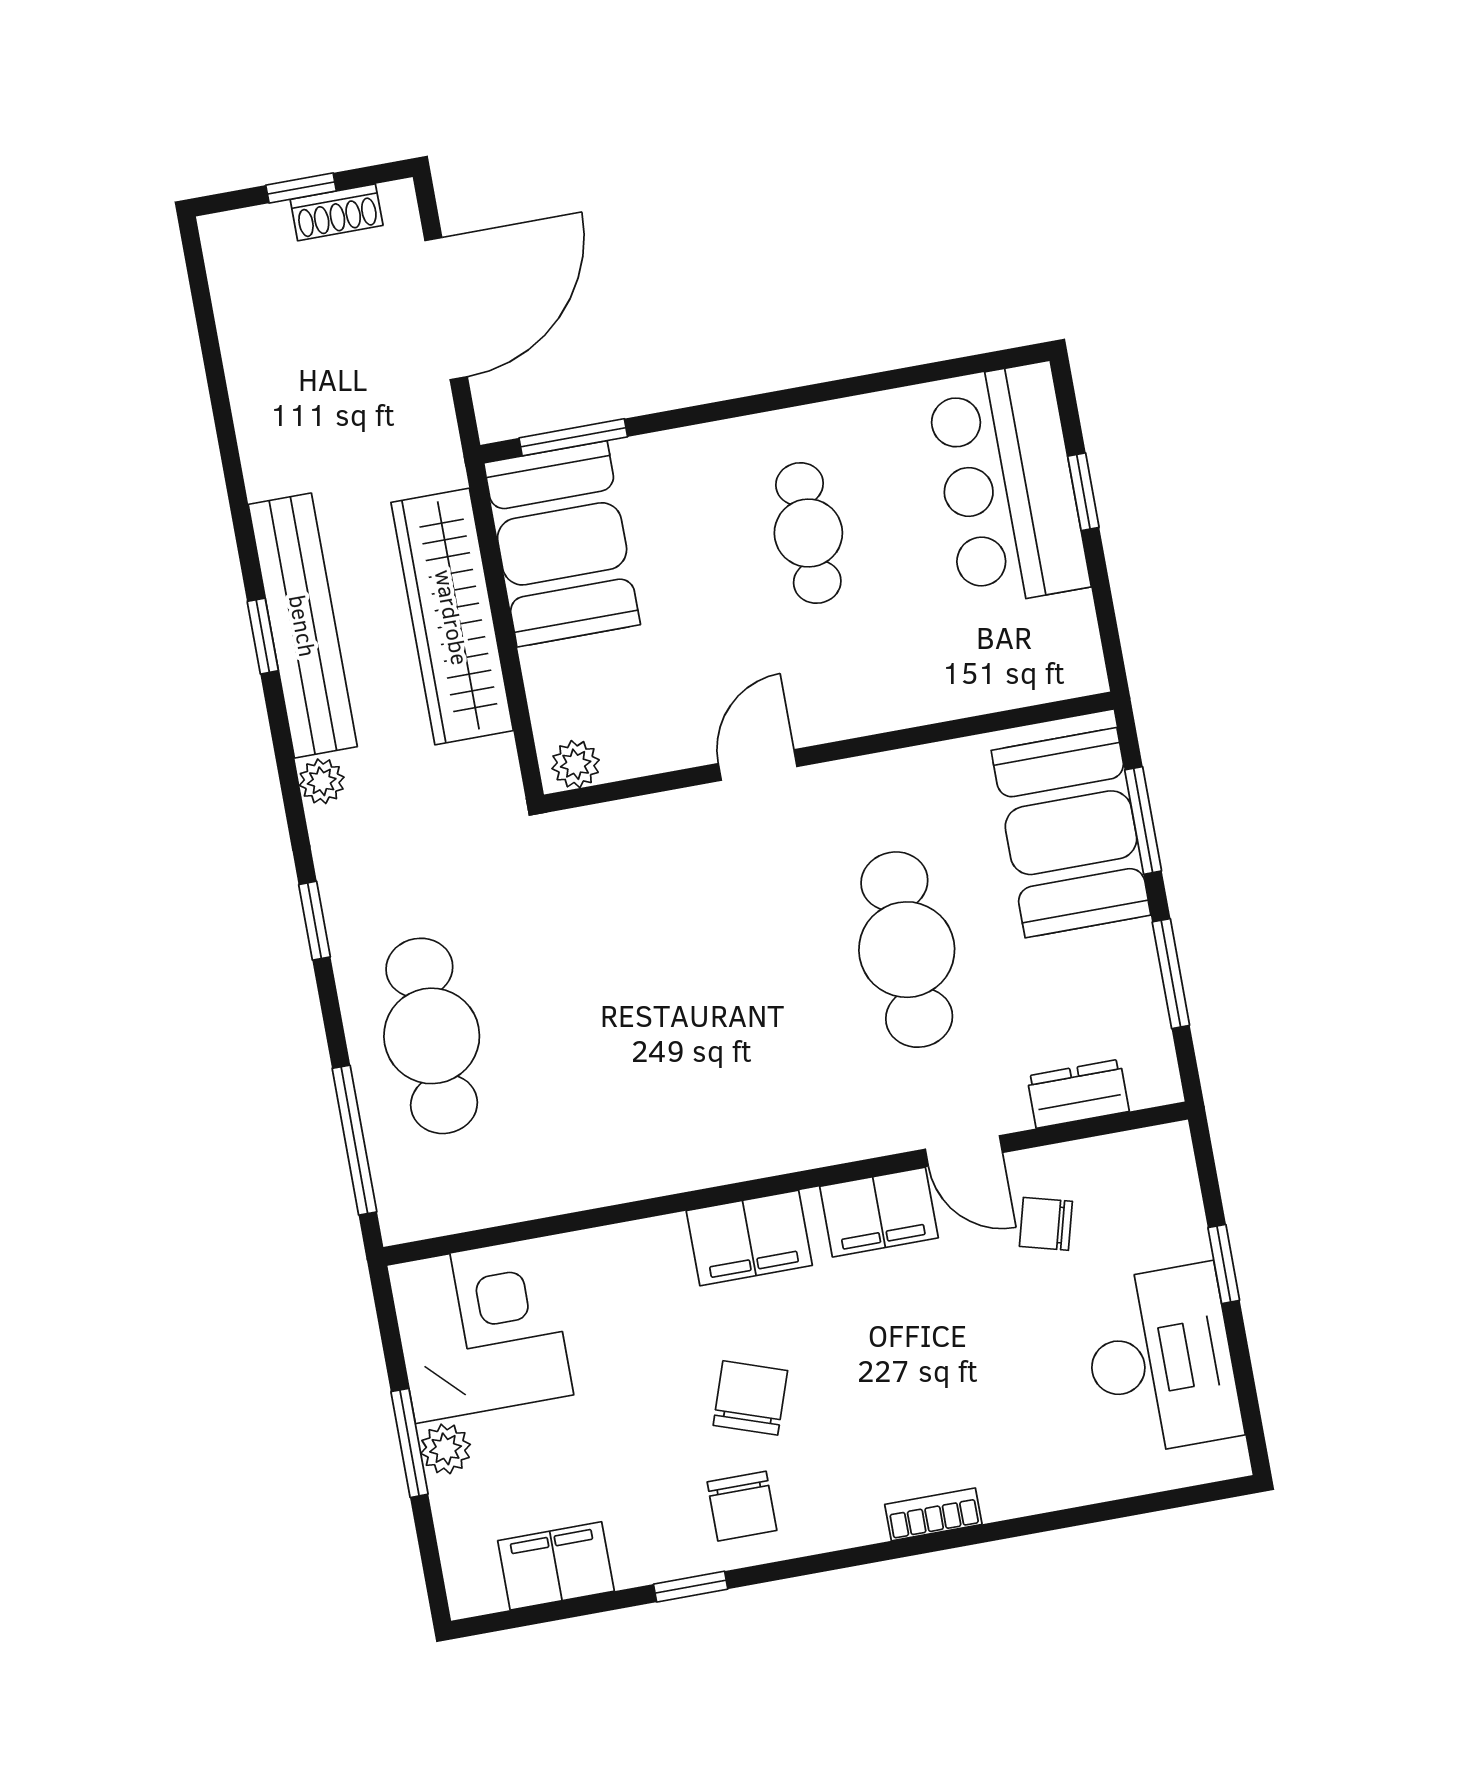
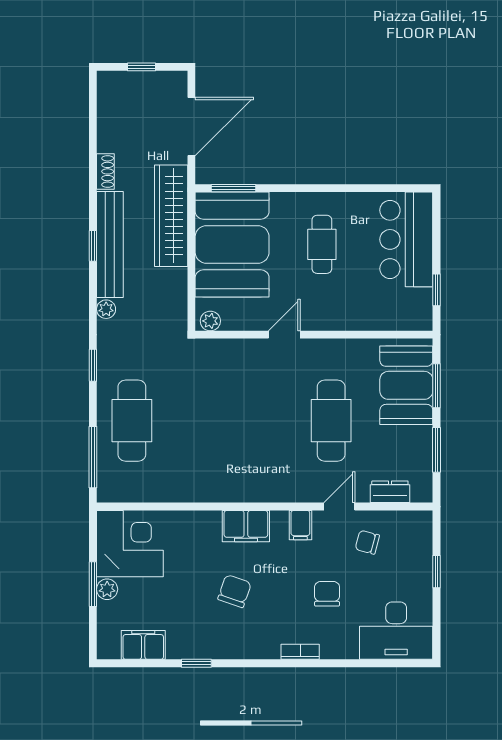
shoe rack: (337, 212) -> (105, 171), moved, turned -90
window: (1083, 492) -> (437, 290), moved
booth: (562, 544) -> (232, 244), width x1.36, depth x1.42
wardrobe: (452, 617) -> (171, 216), moved
door: (964, 1151) -> (339, 507), swing flipped
filing cabinet: (879, 1212) -> (300, 525), width x0.50
desk: (1161, 1360) -> (396, 631), moved, turned 90
chair: (742, 1506) -> (327, 594), moved, turned 180

